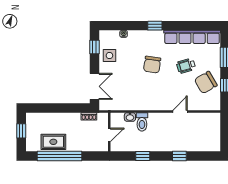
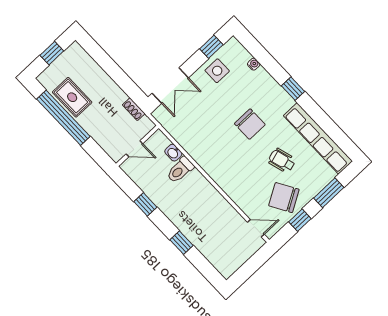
chair: (152, 65) -> (250, 124), turned -98
door: (180, 111) -> (256, 228), moved

